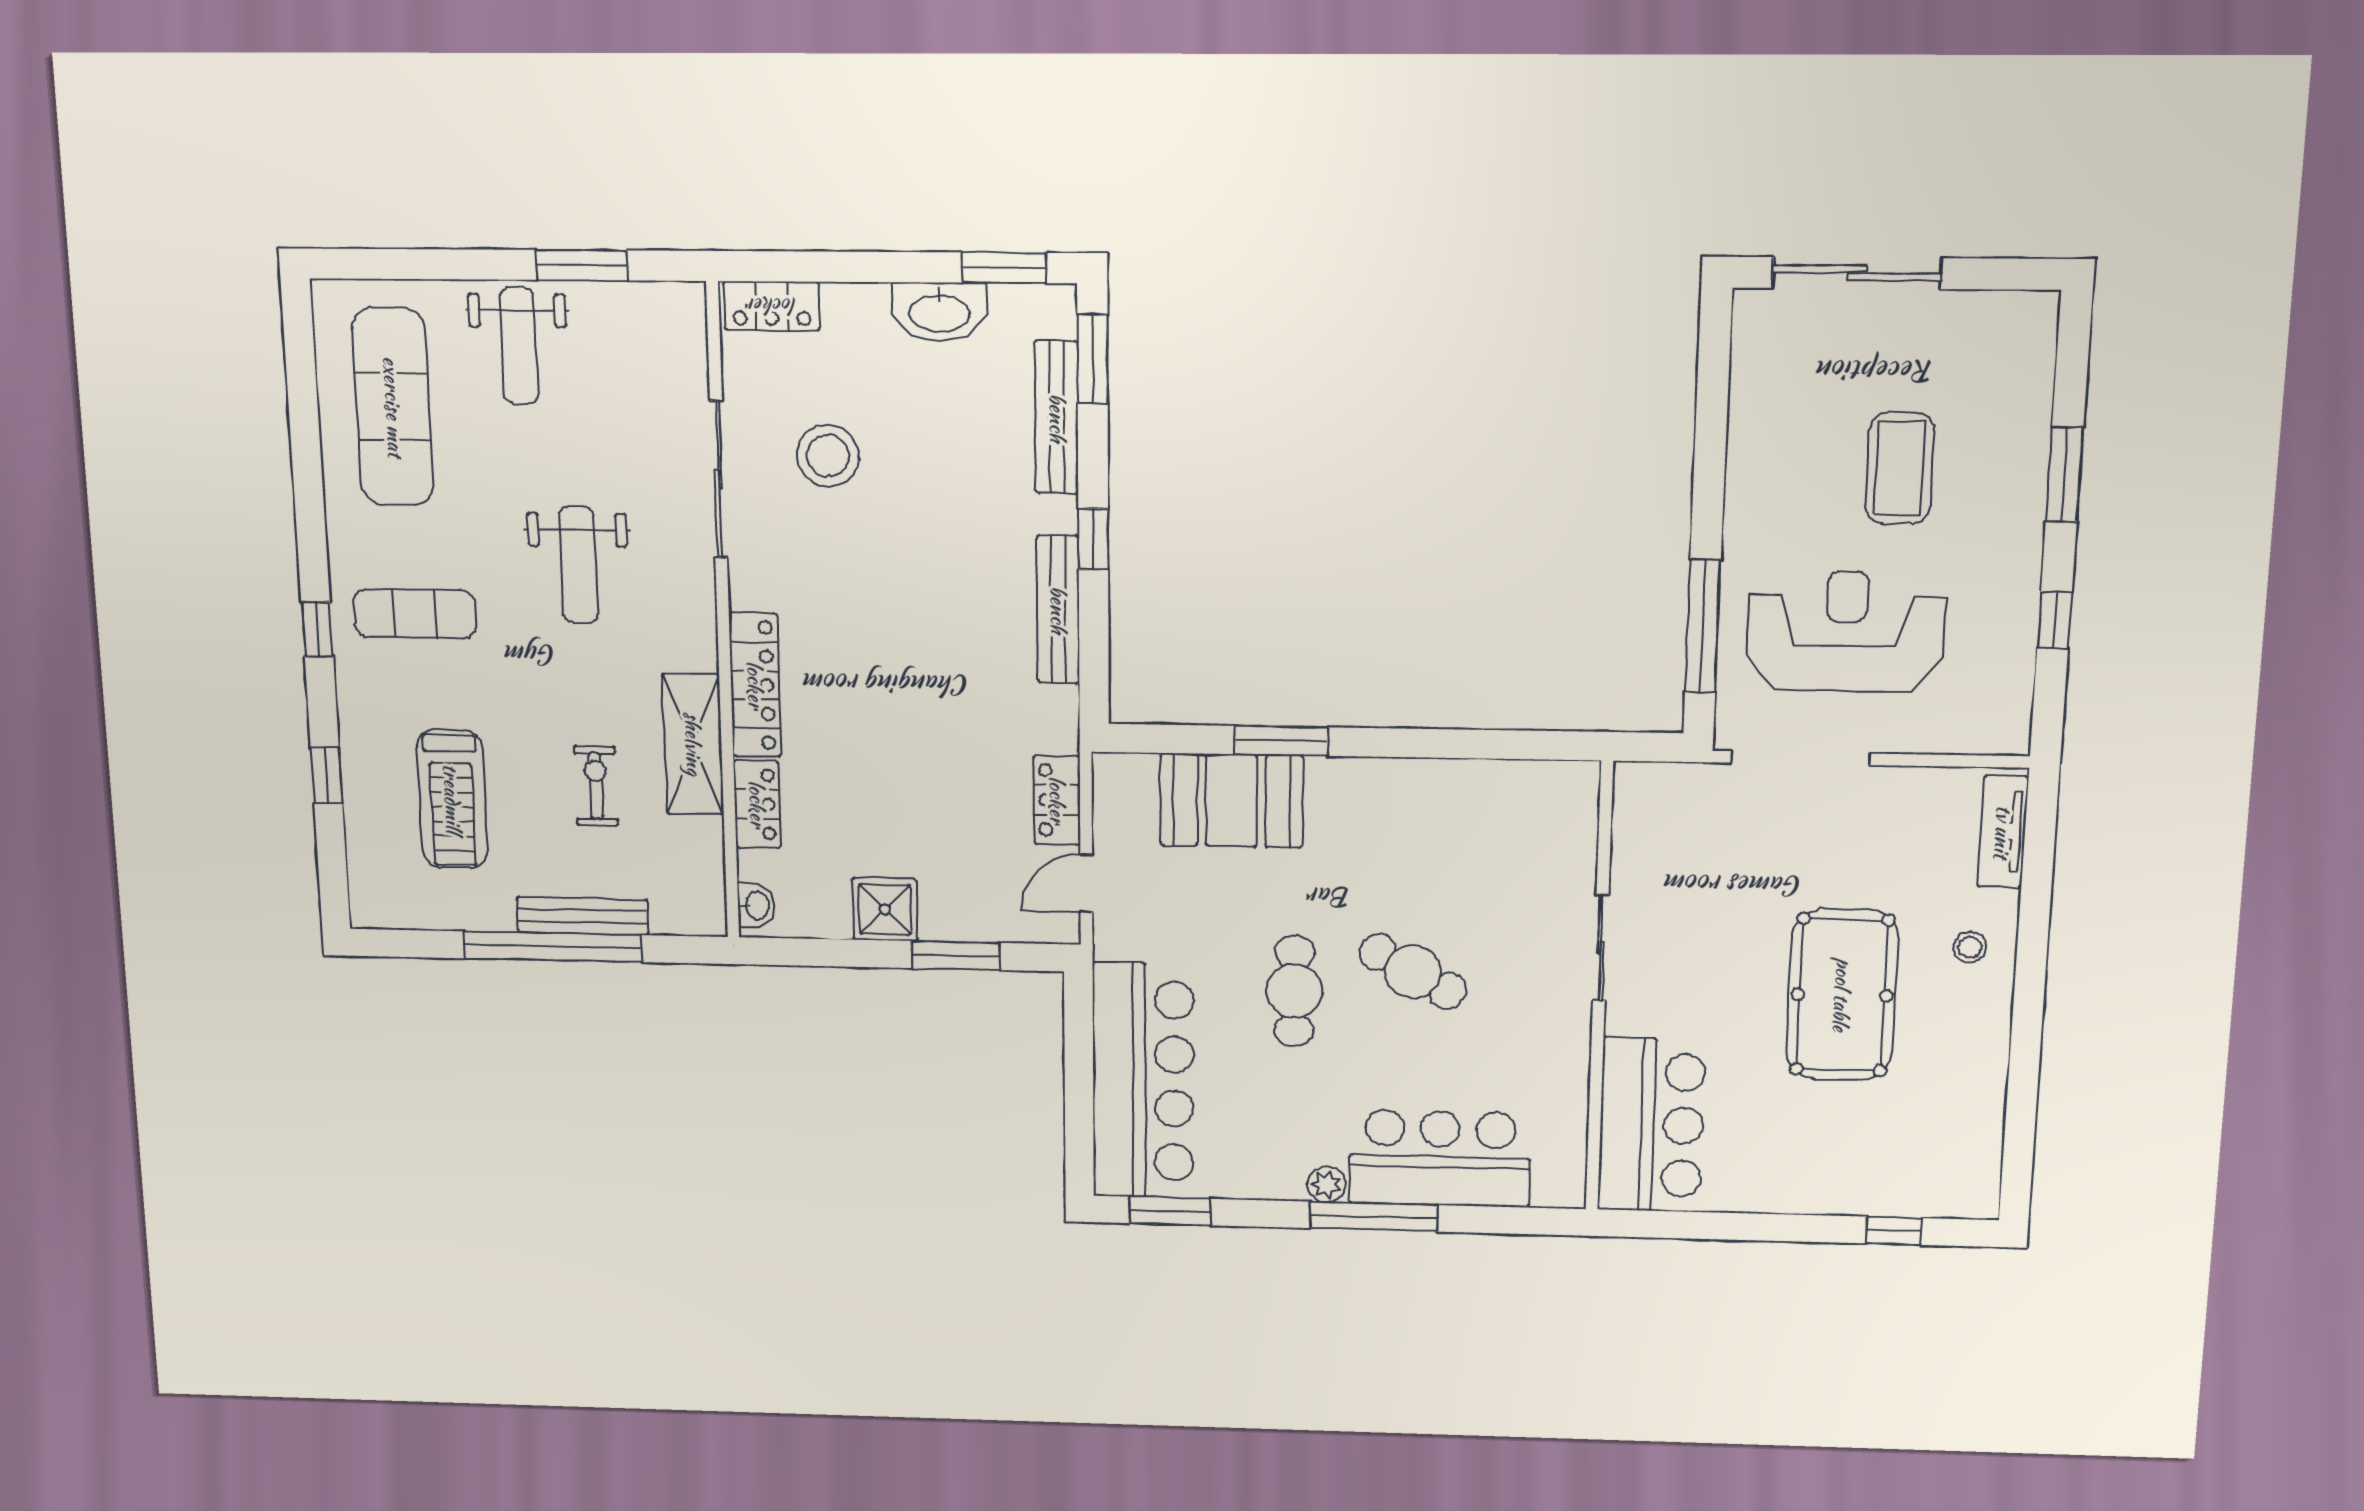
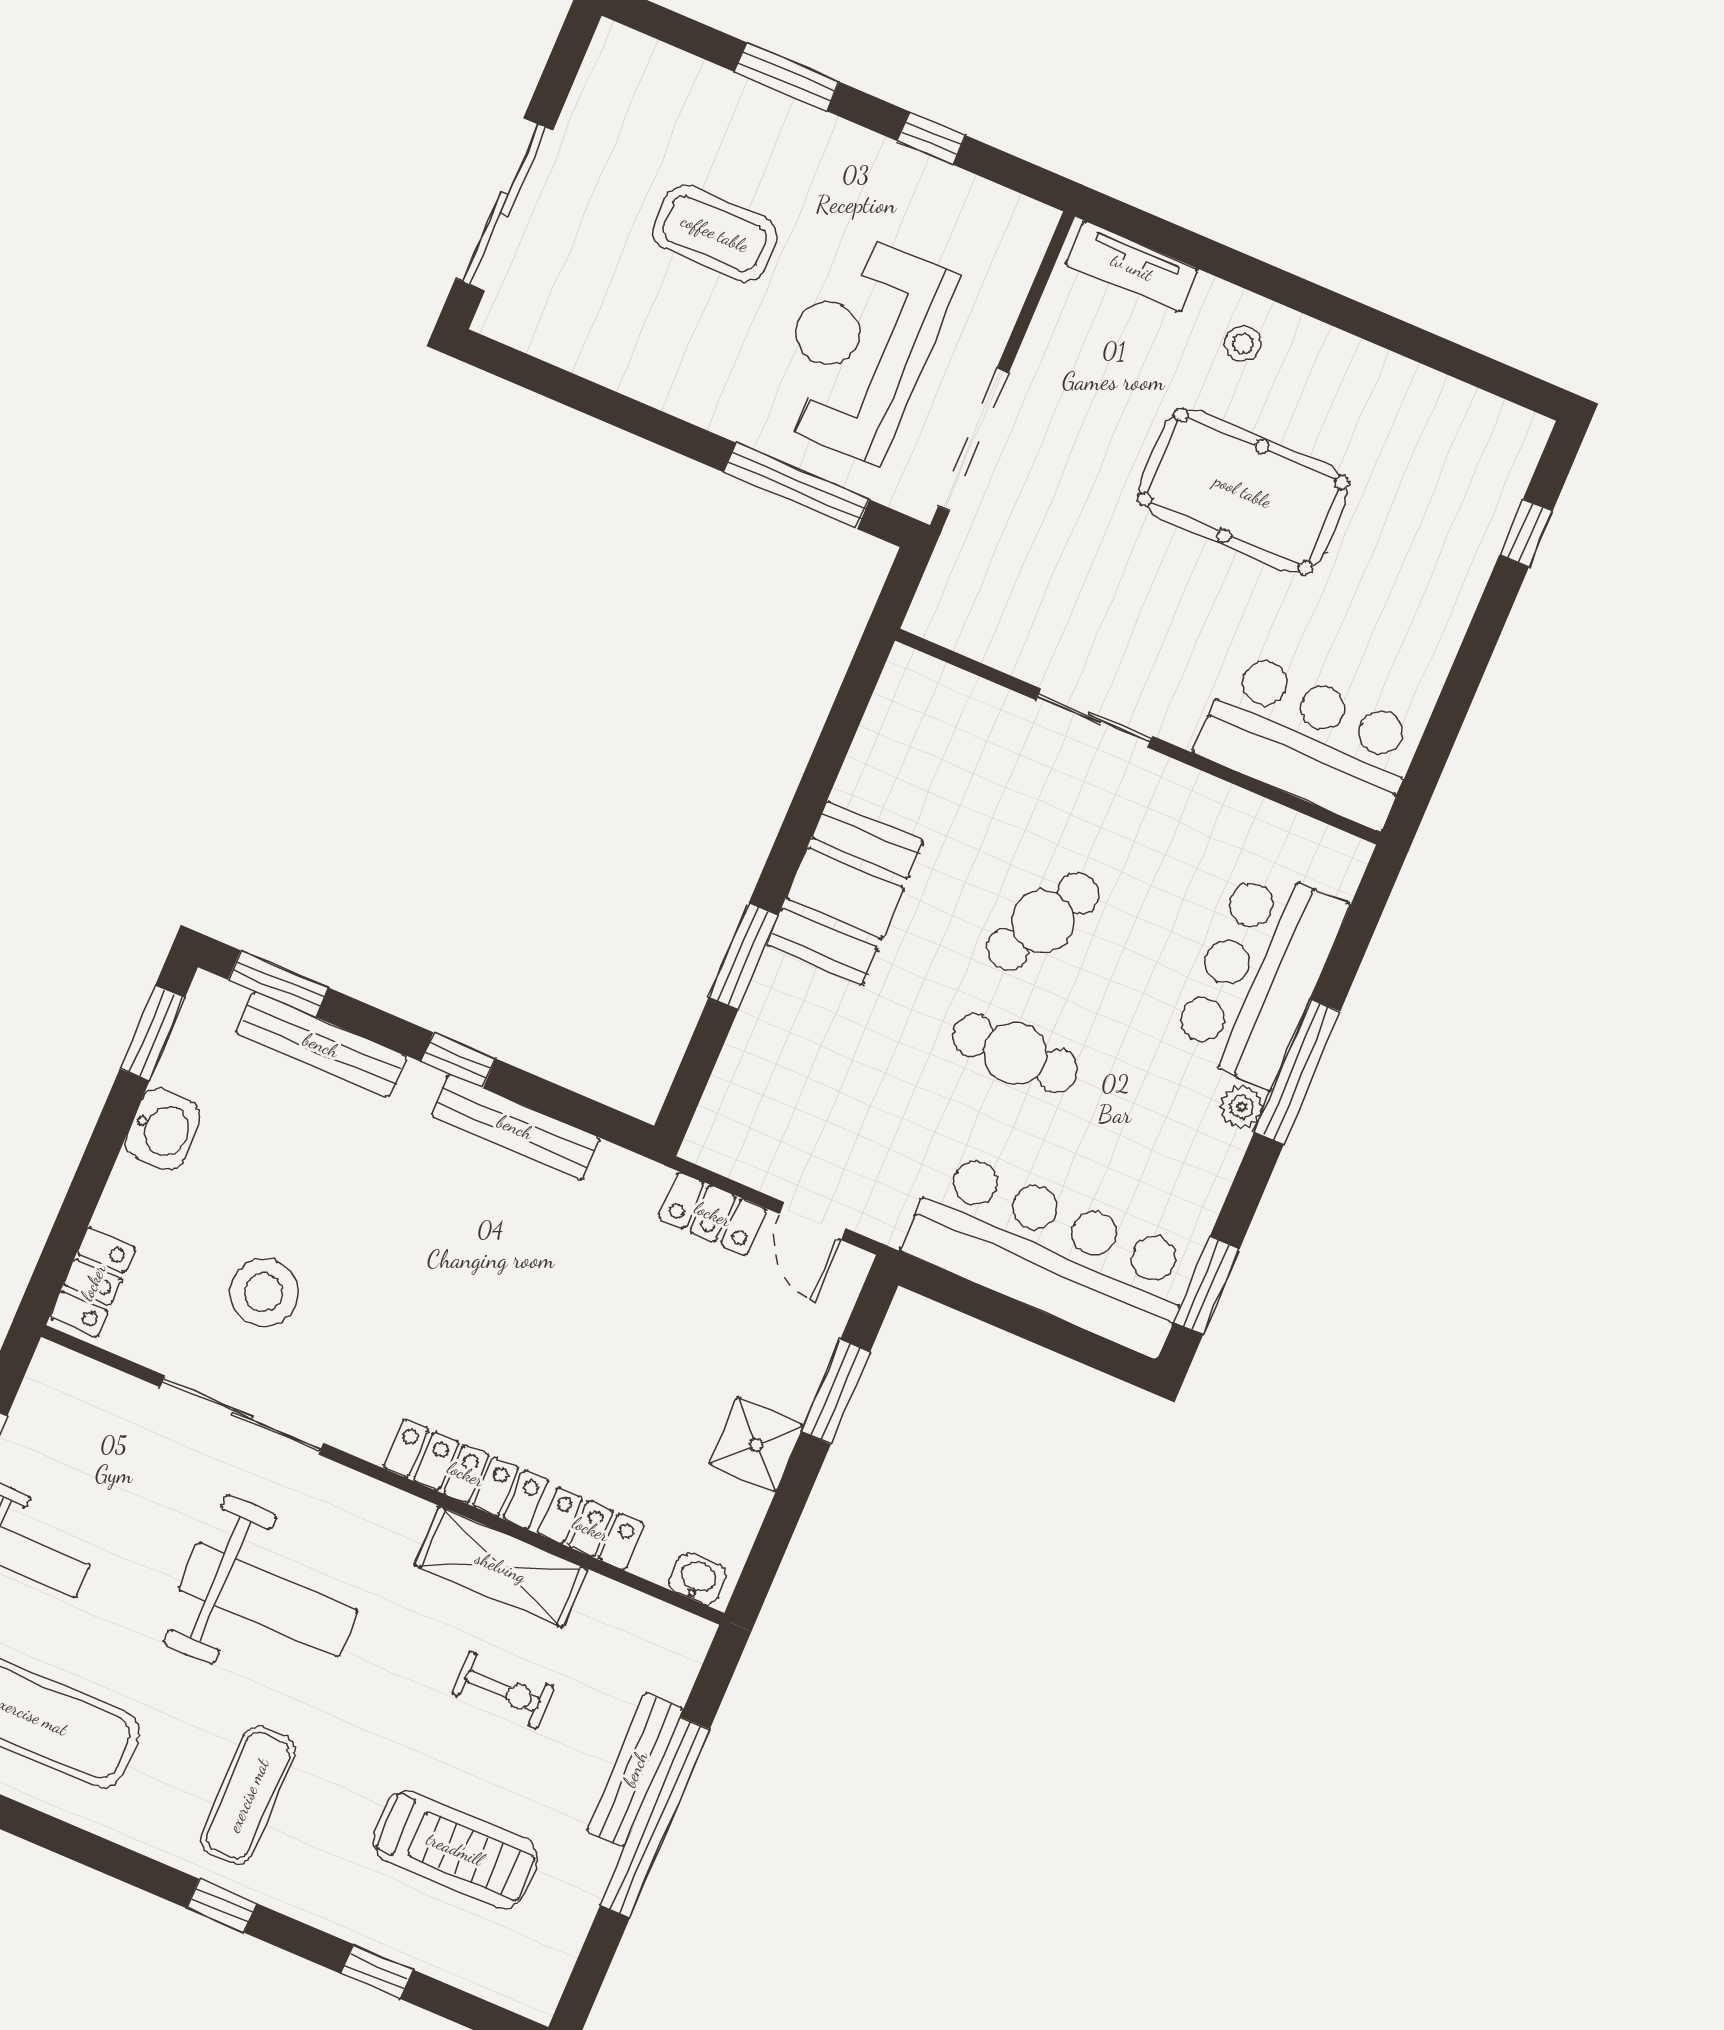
washbasin: (939, 312) -> (163, 1129), width x0.72
weight bench: (579, 565) -> (268, 1600), width x1.36, depth x1.33
exercise bike: (596, 786) -> (503, 1690), turned 180
booth: (1231, 801) -> (845, 893), moved

